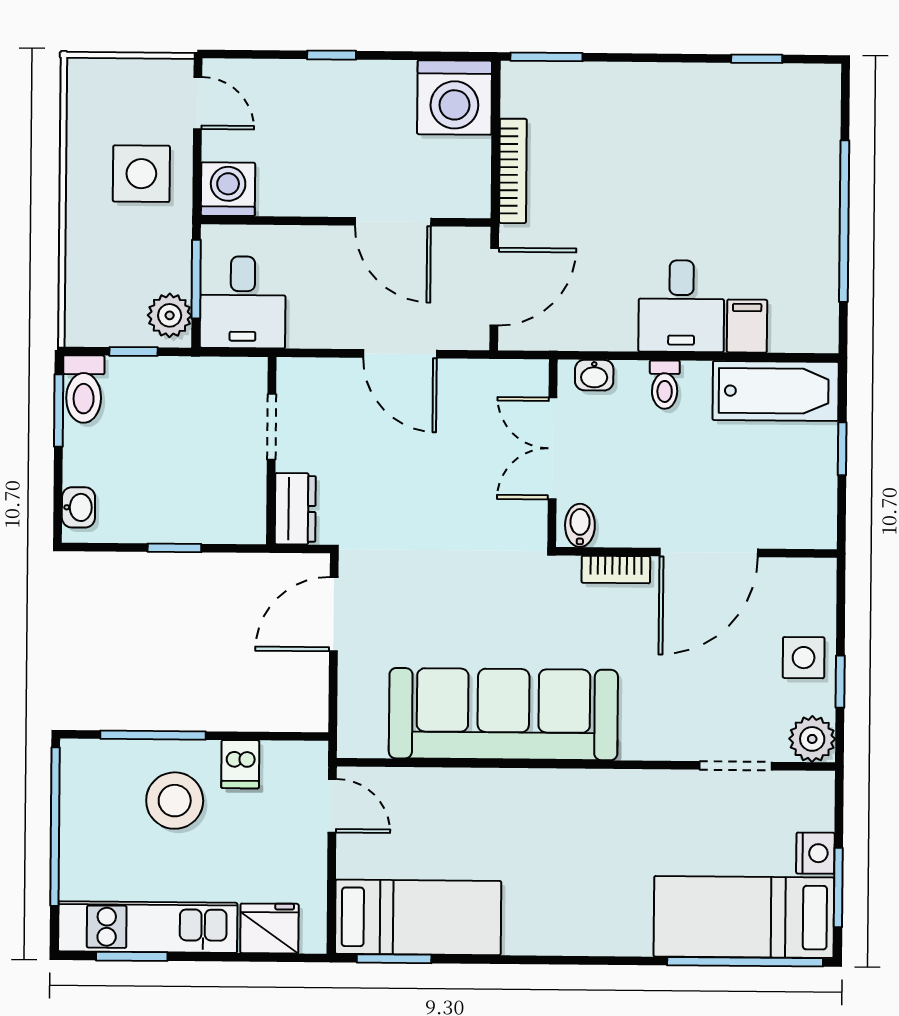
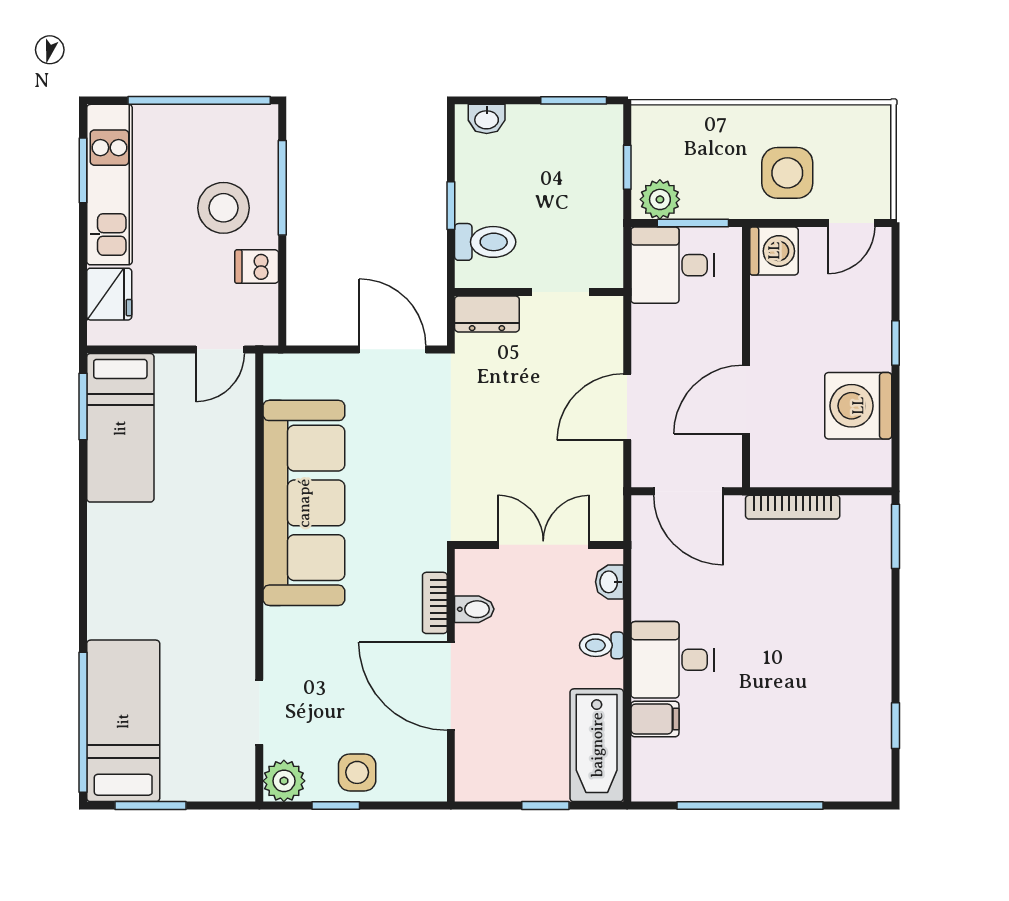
washing machine: (455, 97) -> (858, 406), moved
toilet: (84, 389) -> (485, 242), moved, turned 180
bidet: (580, 525) -> (474, 609), moved
nightstand: (815, 853) -> (181, 785), removed

